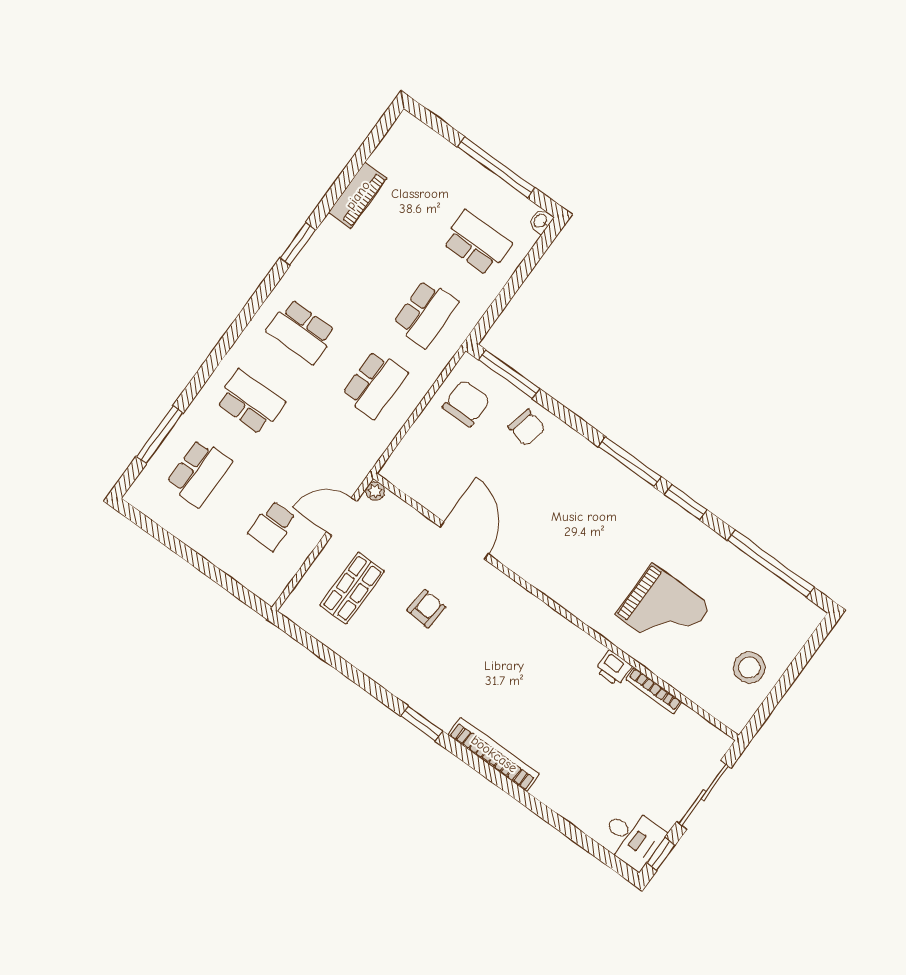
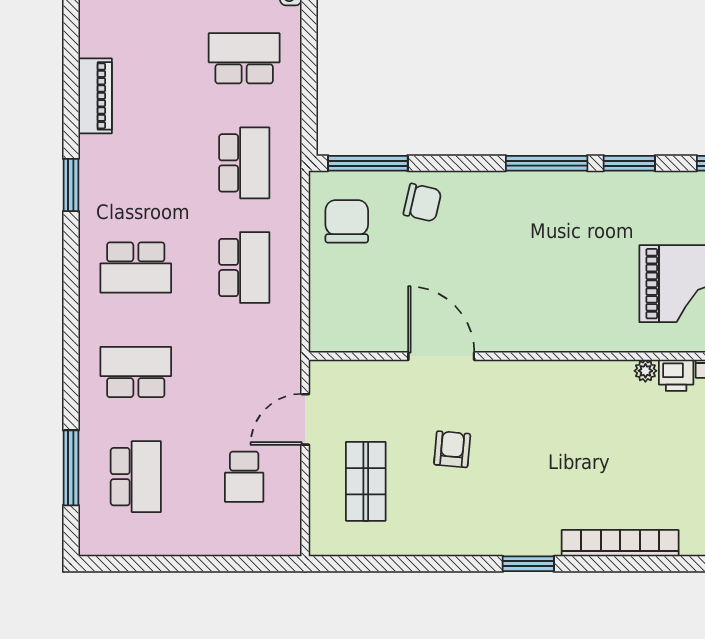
plant: (375, 491) -> (645, 371), moved

